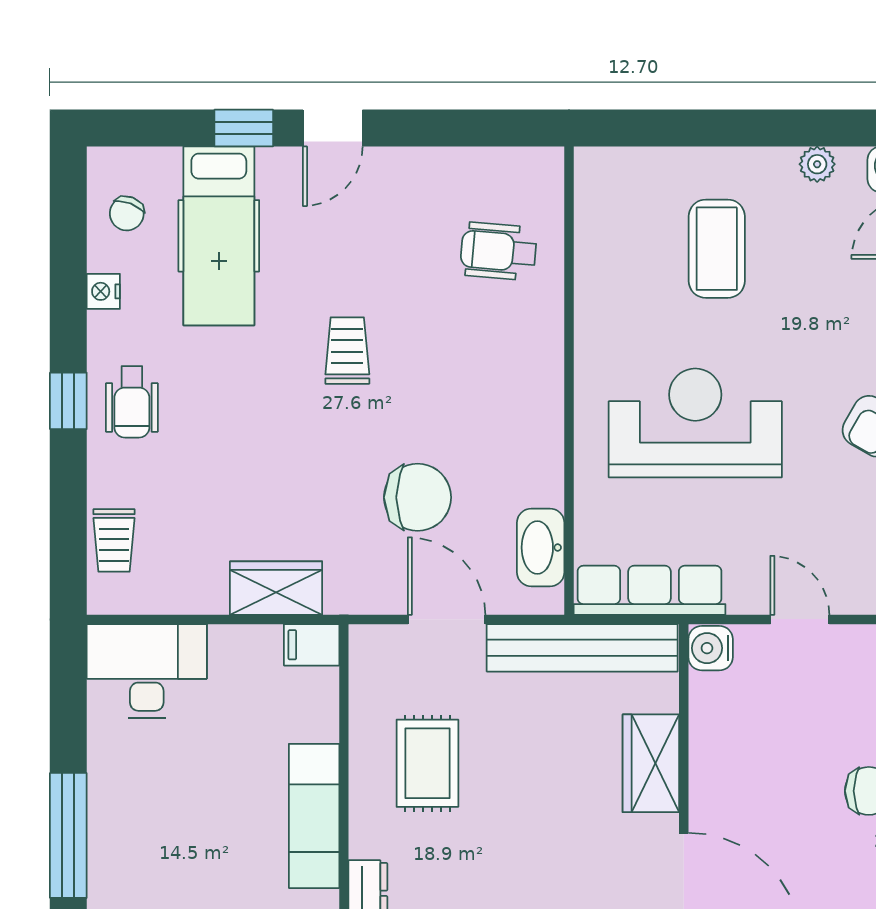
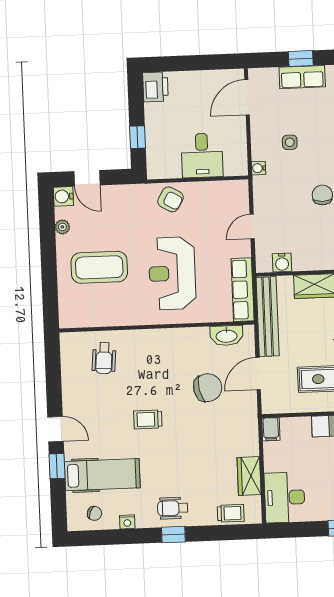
coffee table: (717, 249) -> (99, 267), width x1.36, depth x1.32
wheelchair: (132, 402) -> (173, 508), turned 180
chair: (418, 497) -> (208, 388), turned 78
wardrobe: (276, 588) -> (249, 476), moved
water cooler: (711, 648) -> (282, 263), moved

